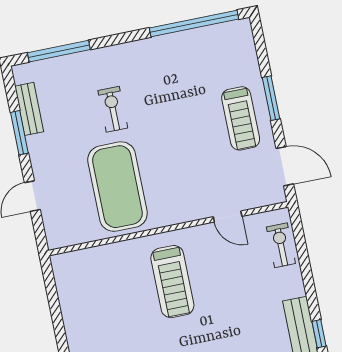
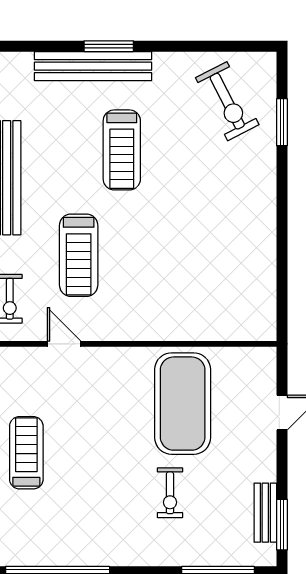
window: (19, 133) -> (282, 525), moved
treadmill: (172, 282) -> (79, 255), moved, turned 180

